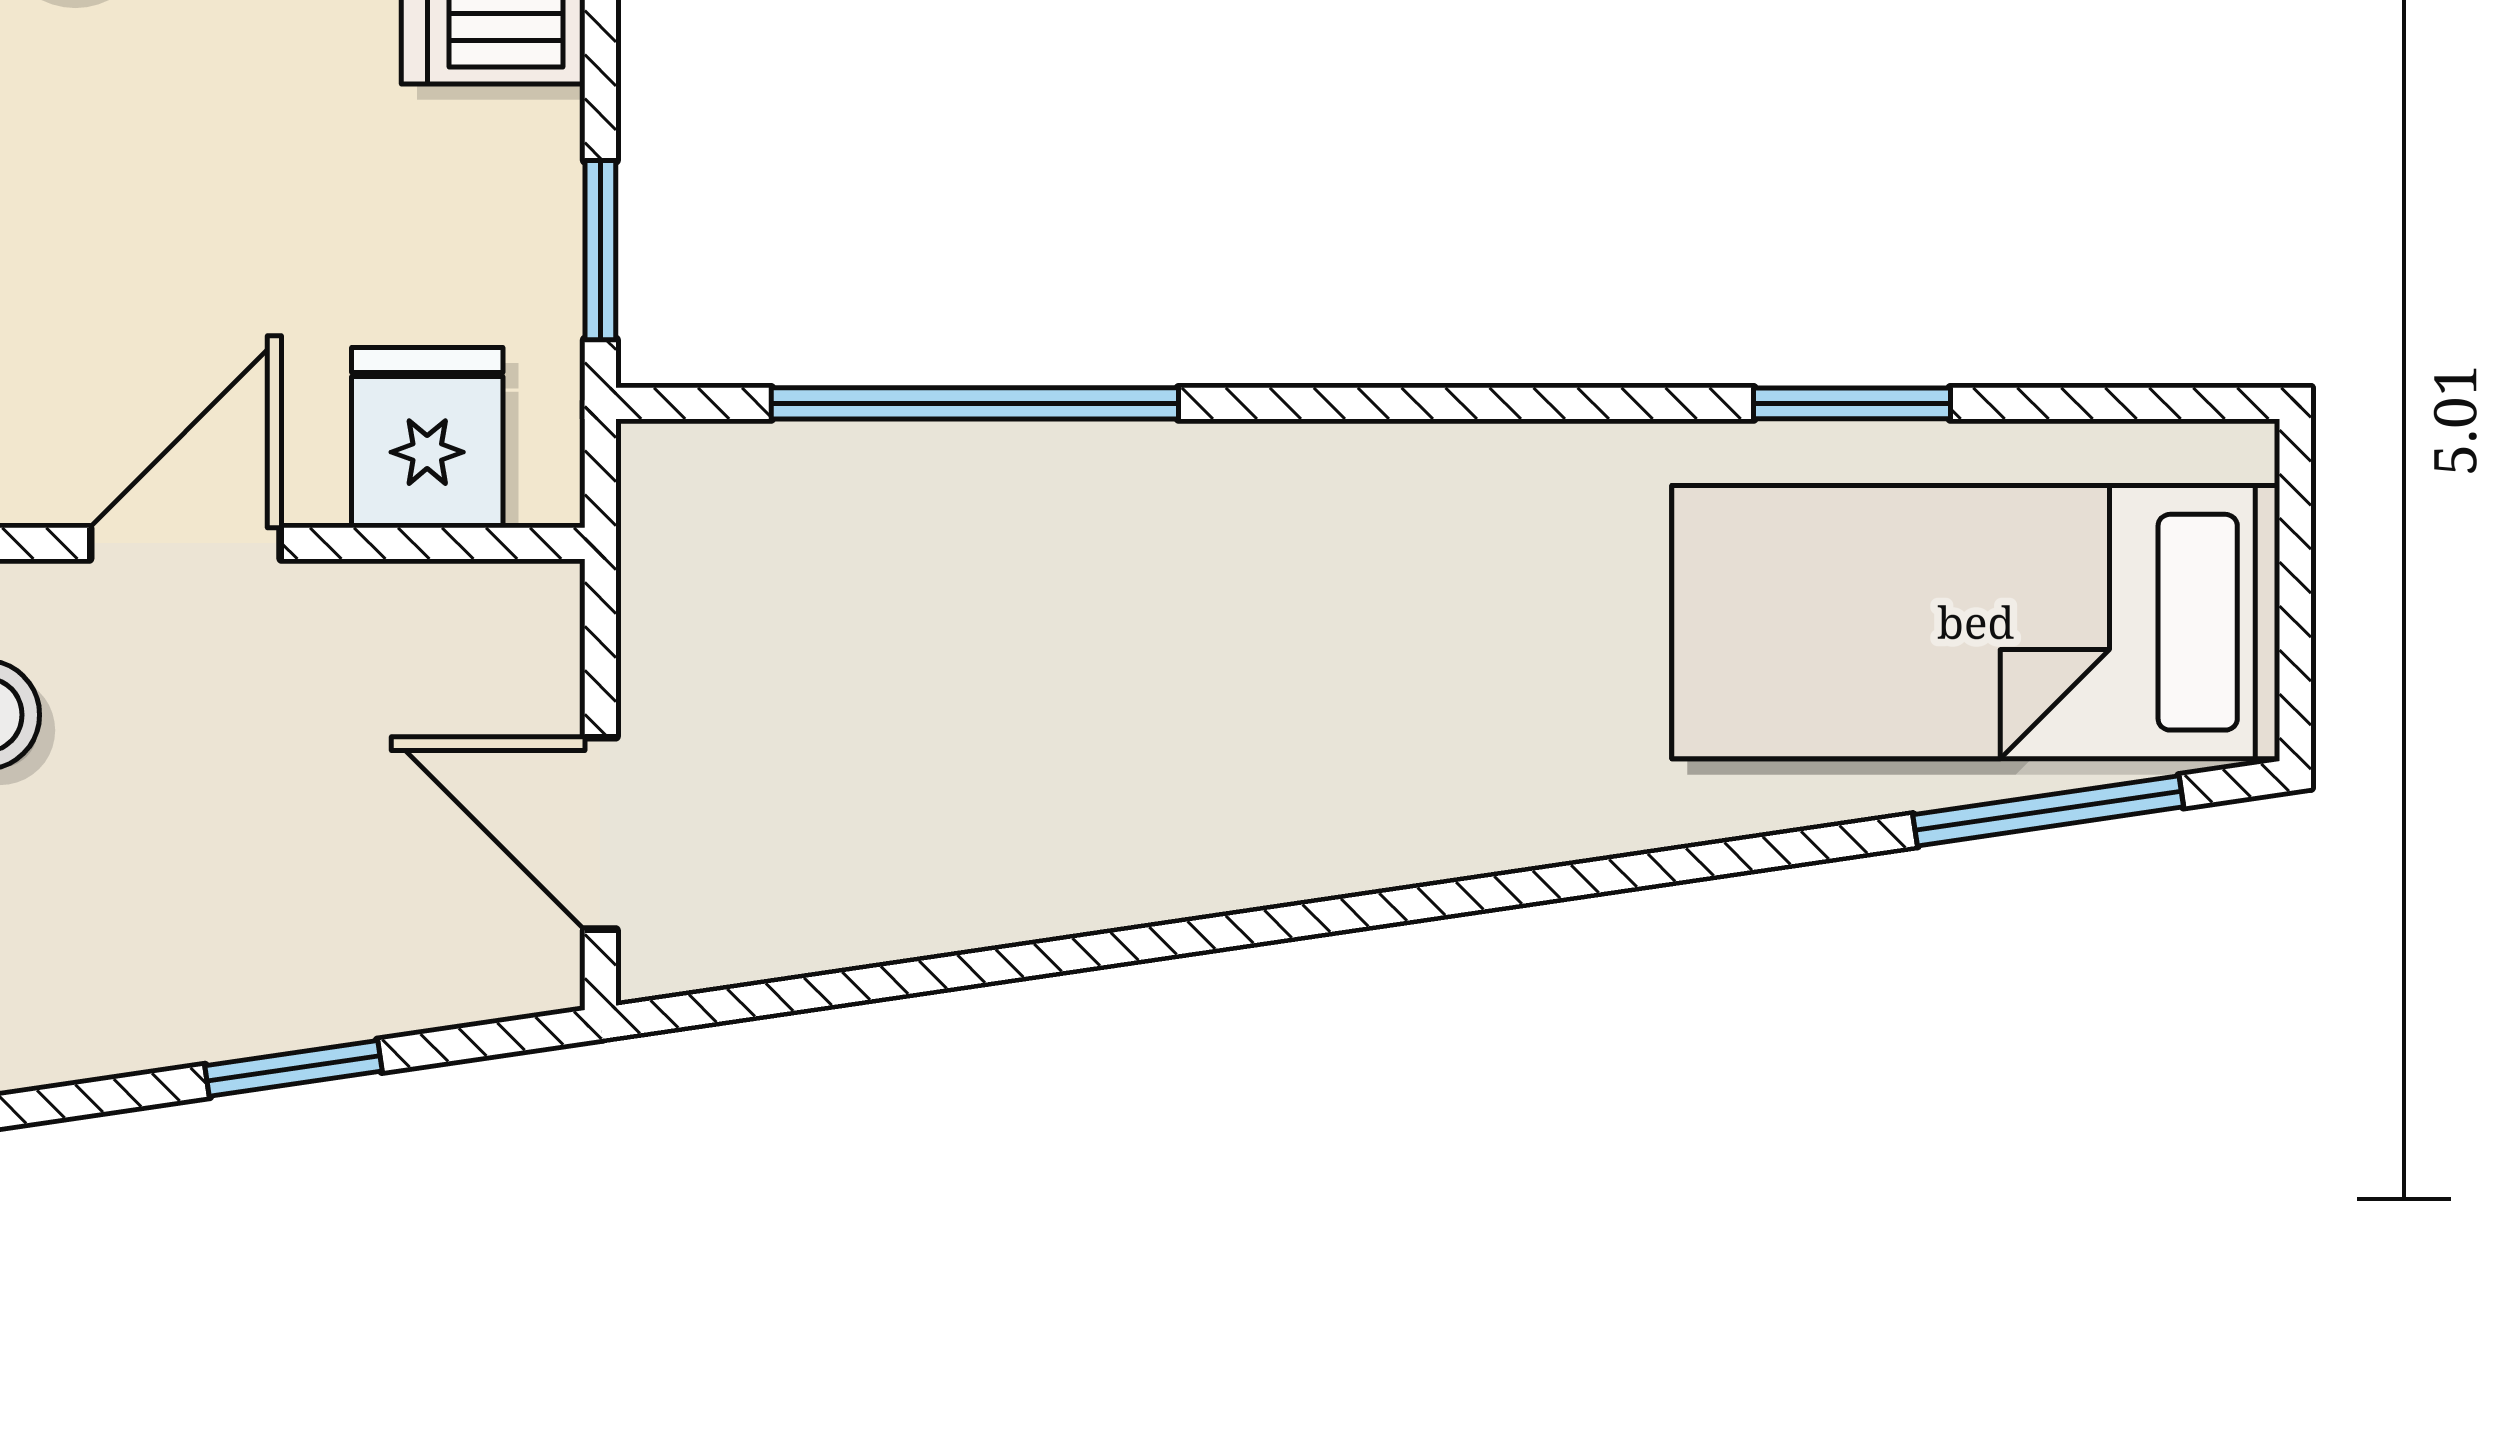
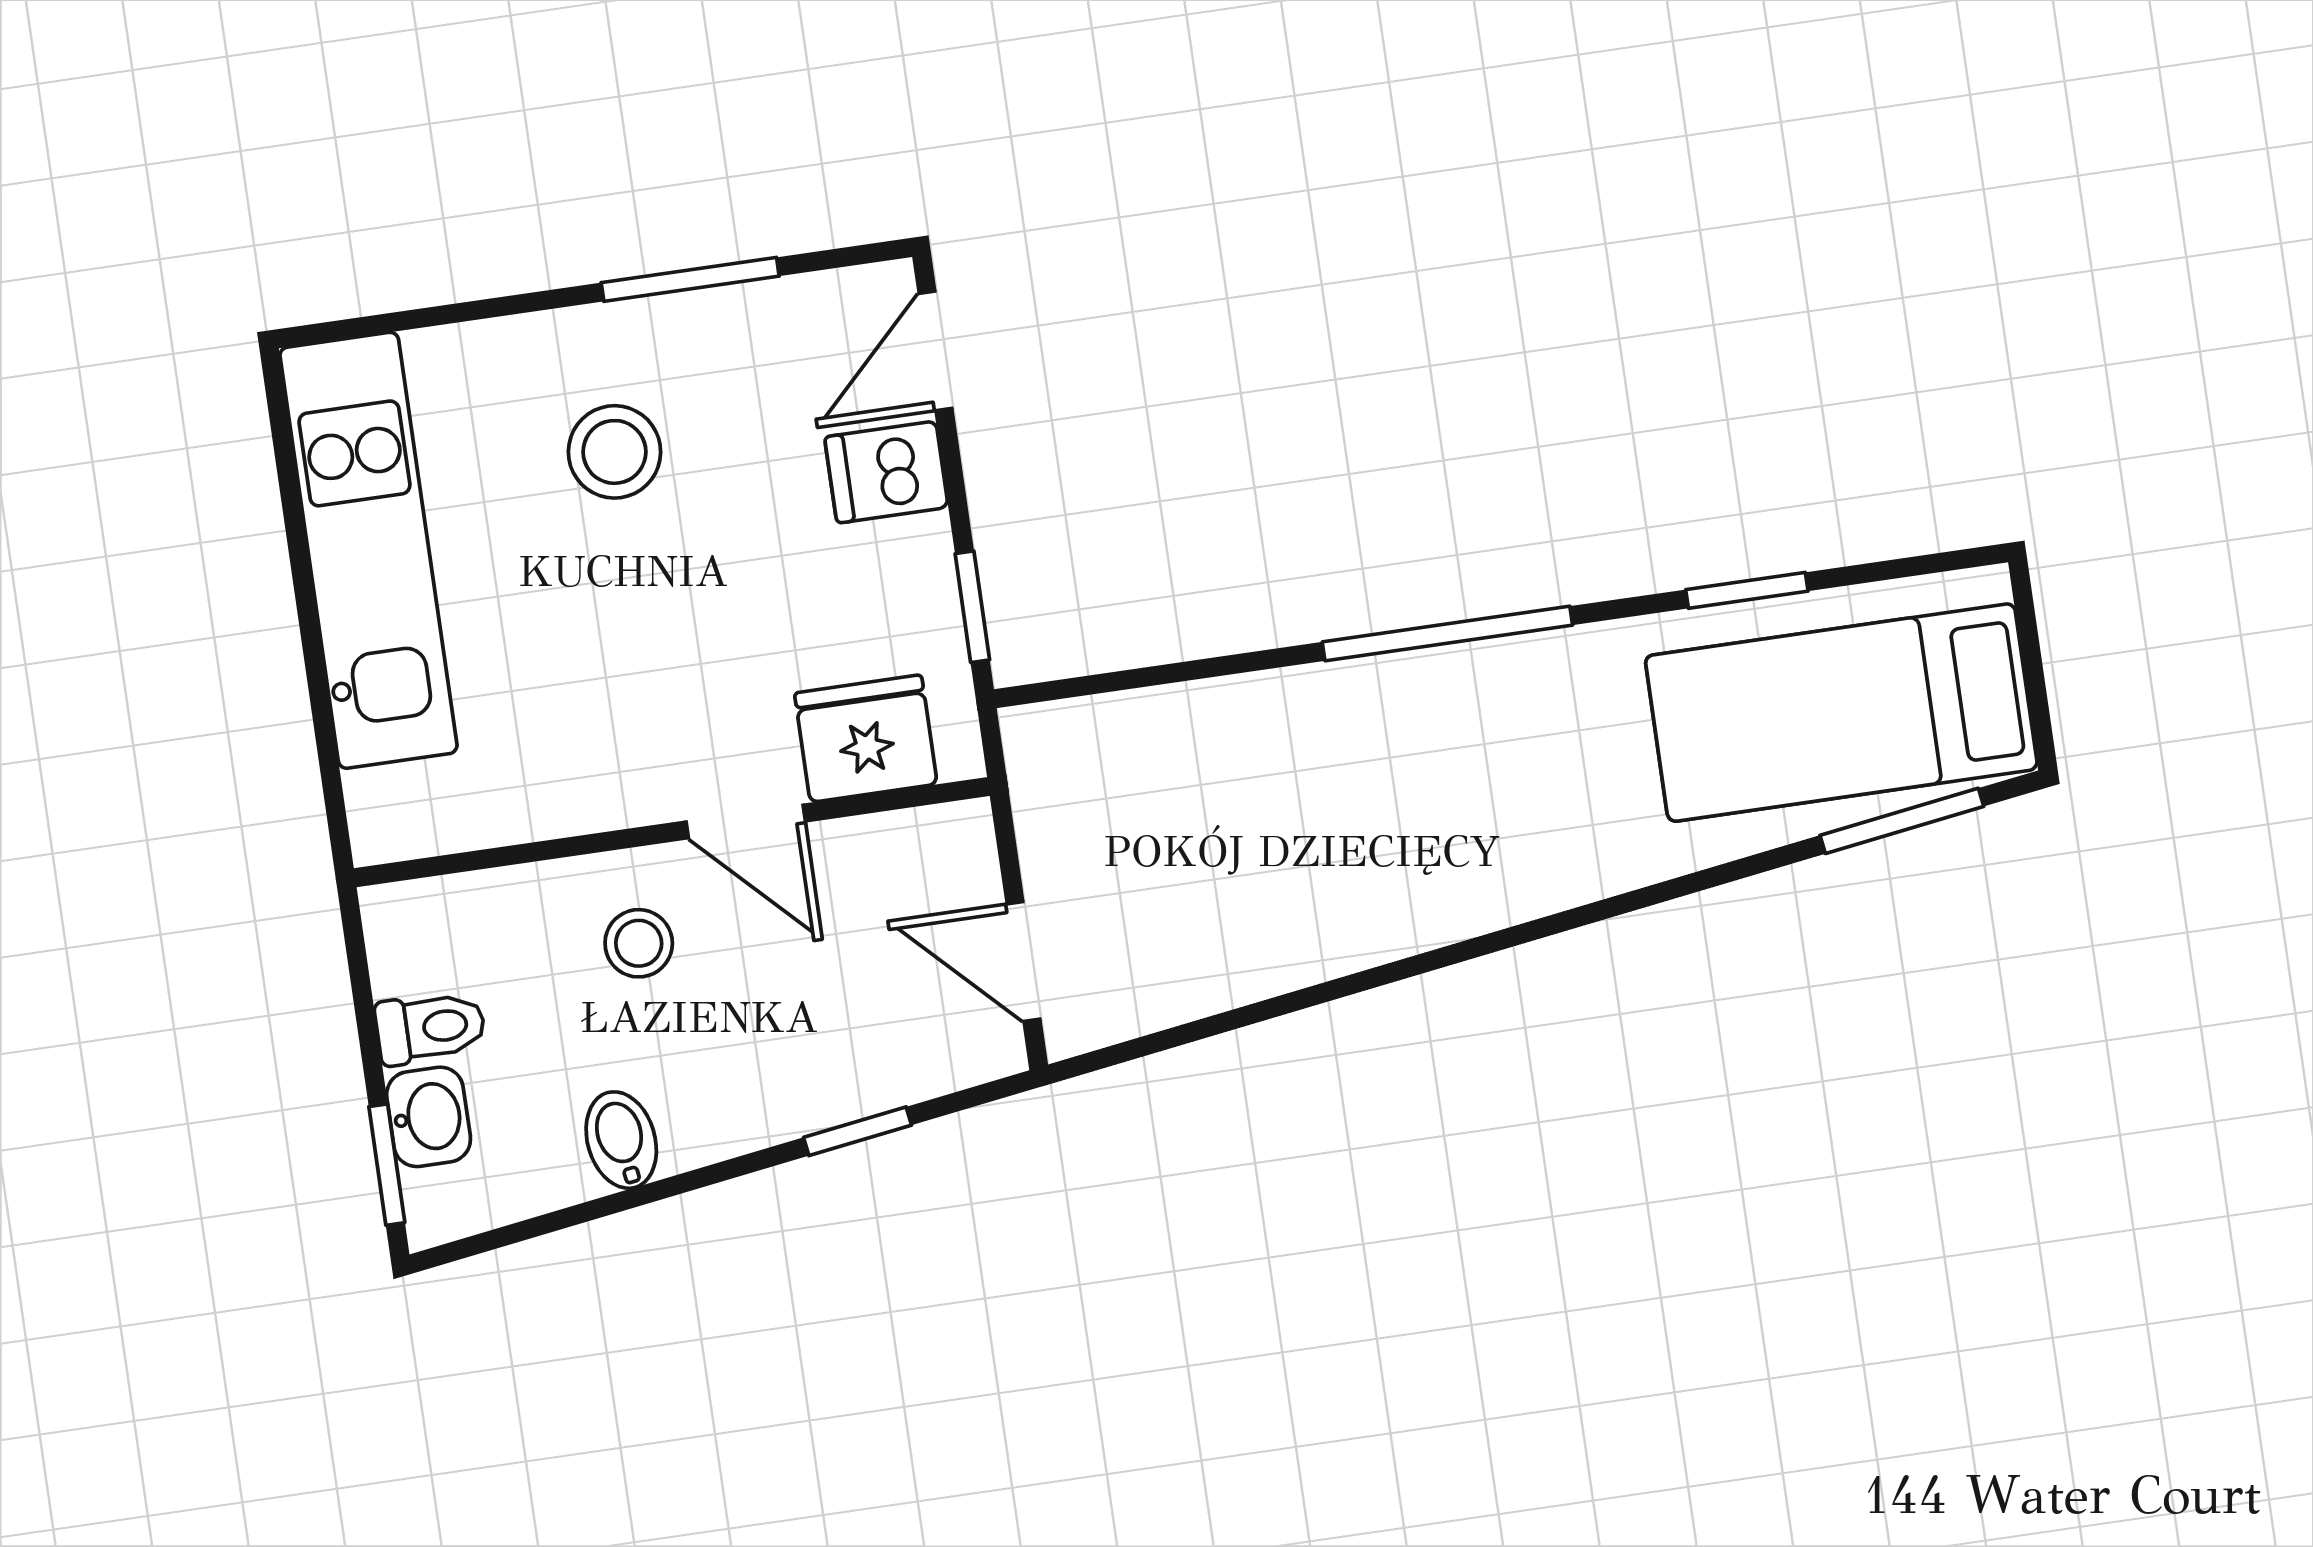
window: (975, 403) -> (1447, 634), moved
fridge: (427, 438) -> (866, 739), width x1.38
door: (185, 543) -> (746, 821), swing flipped

